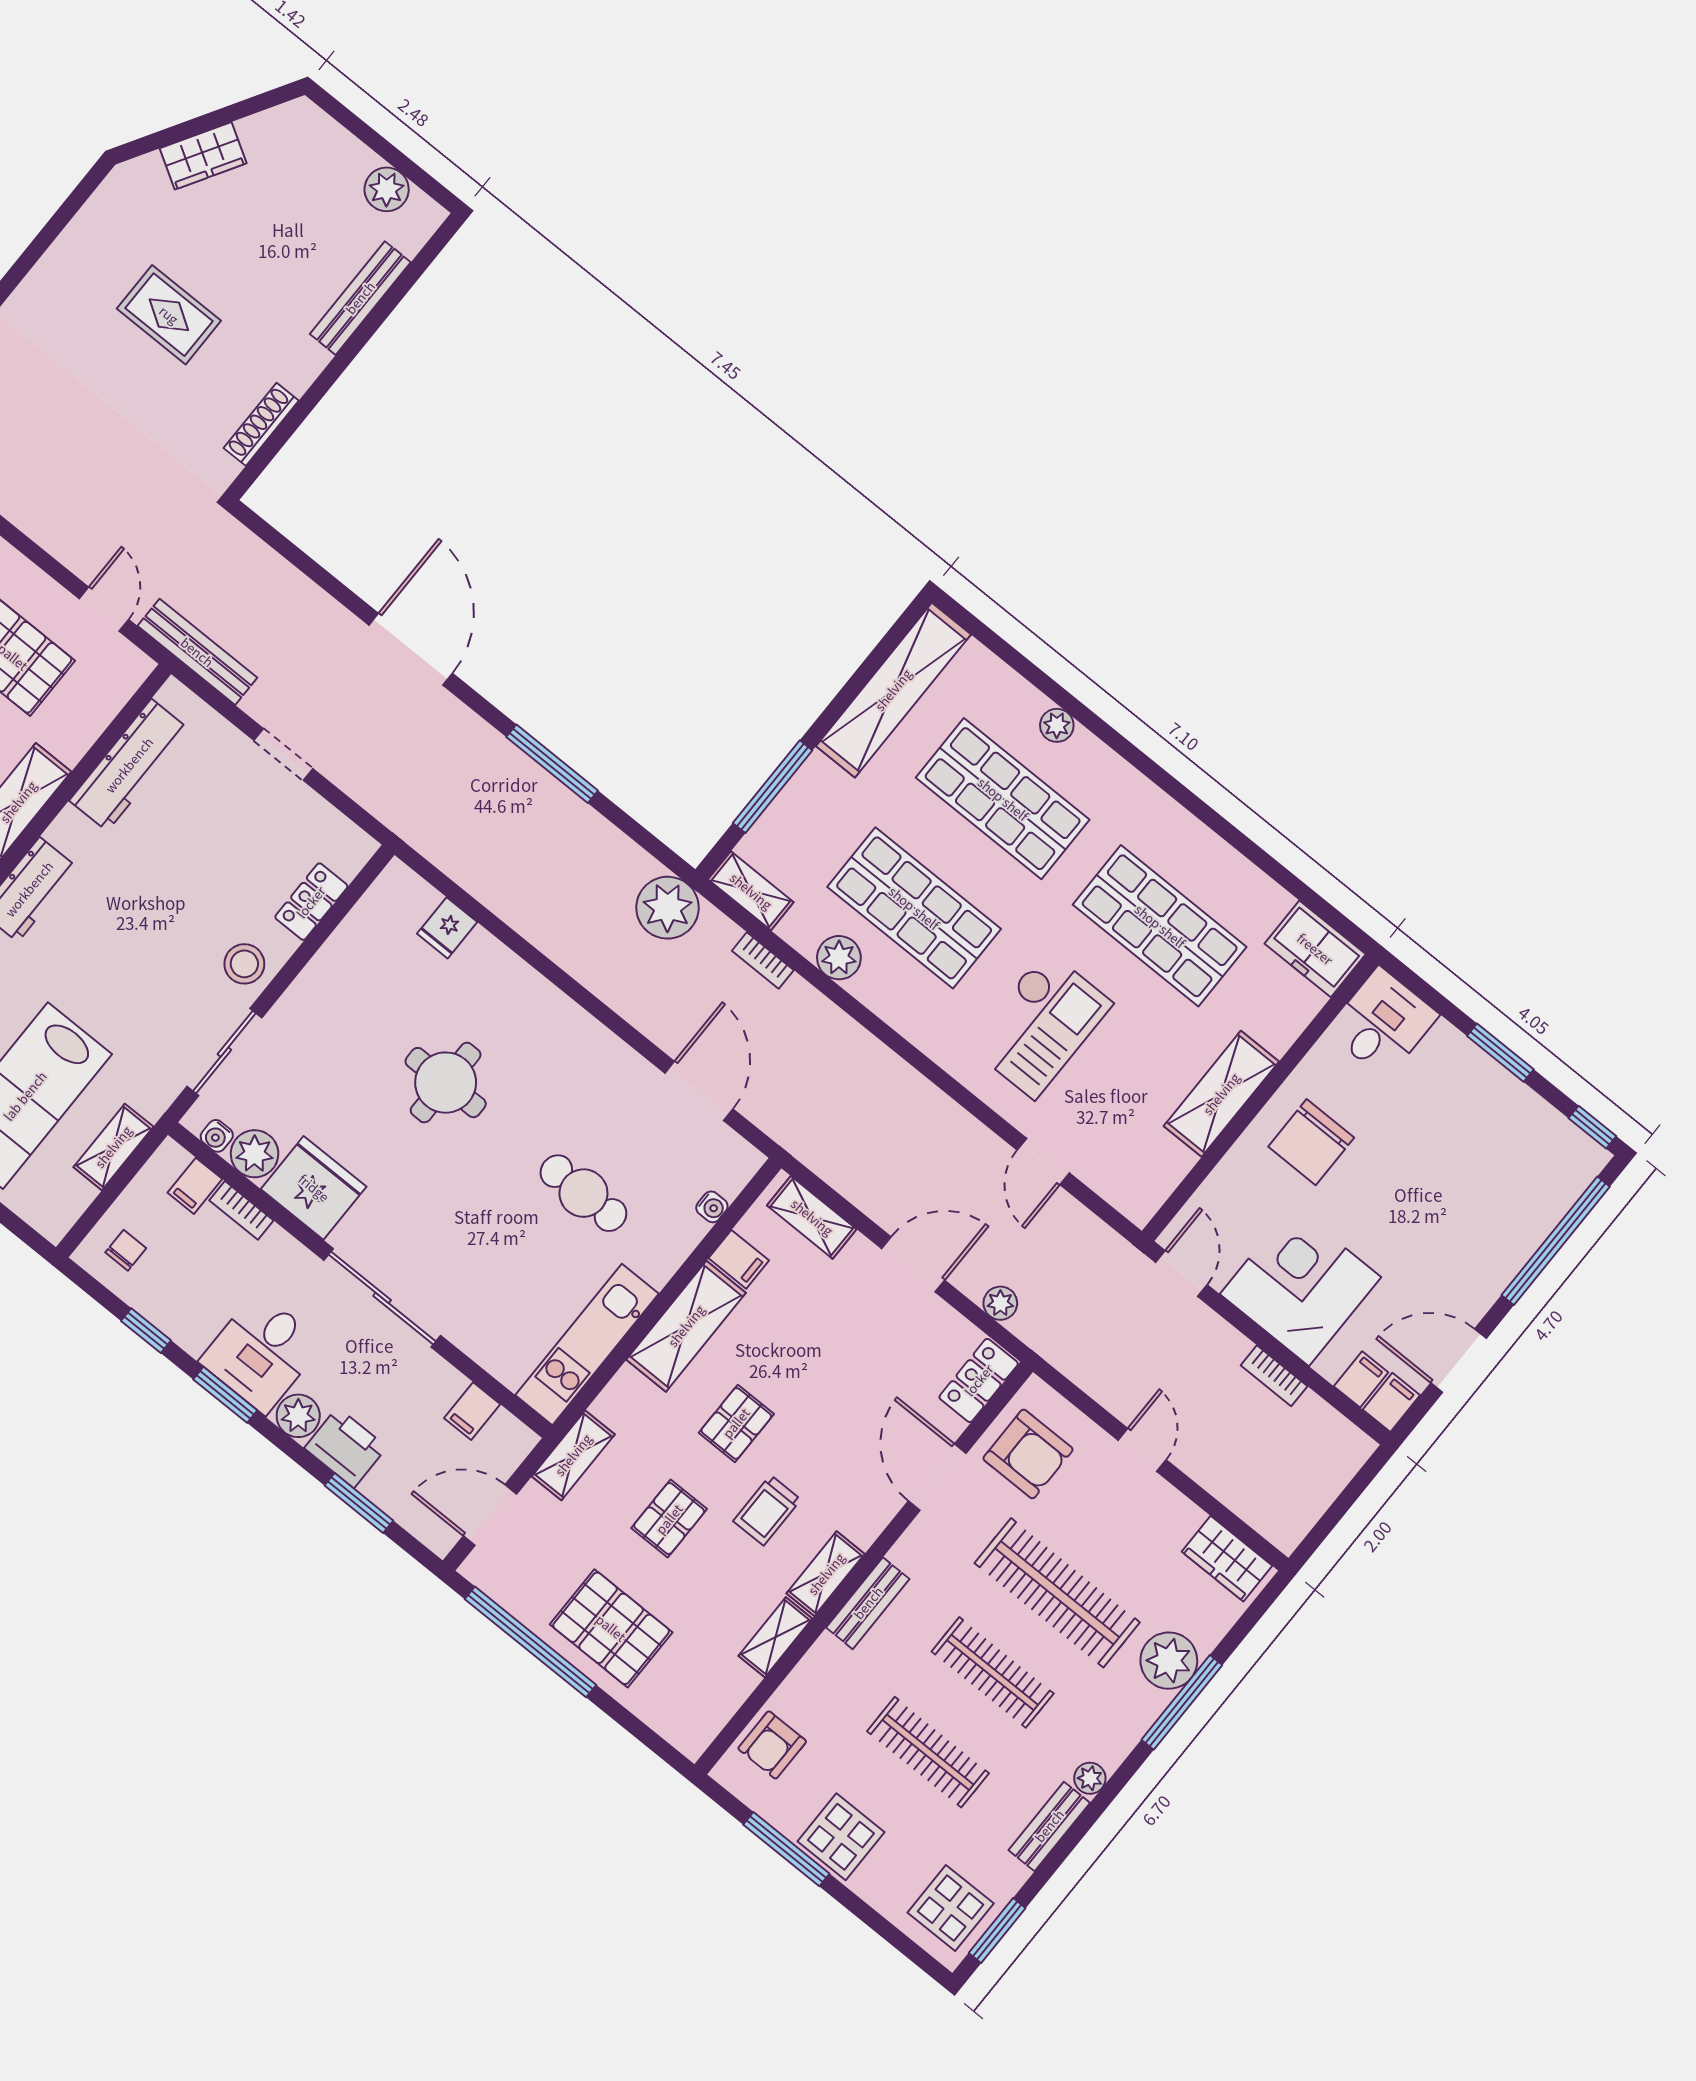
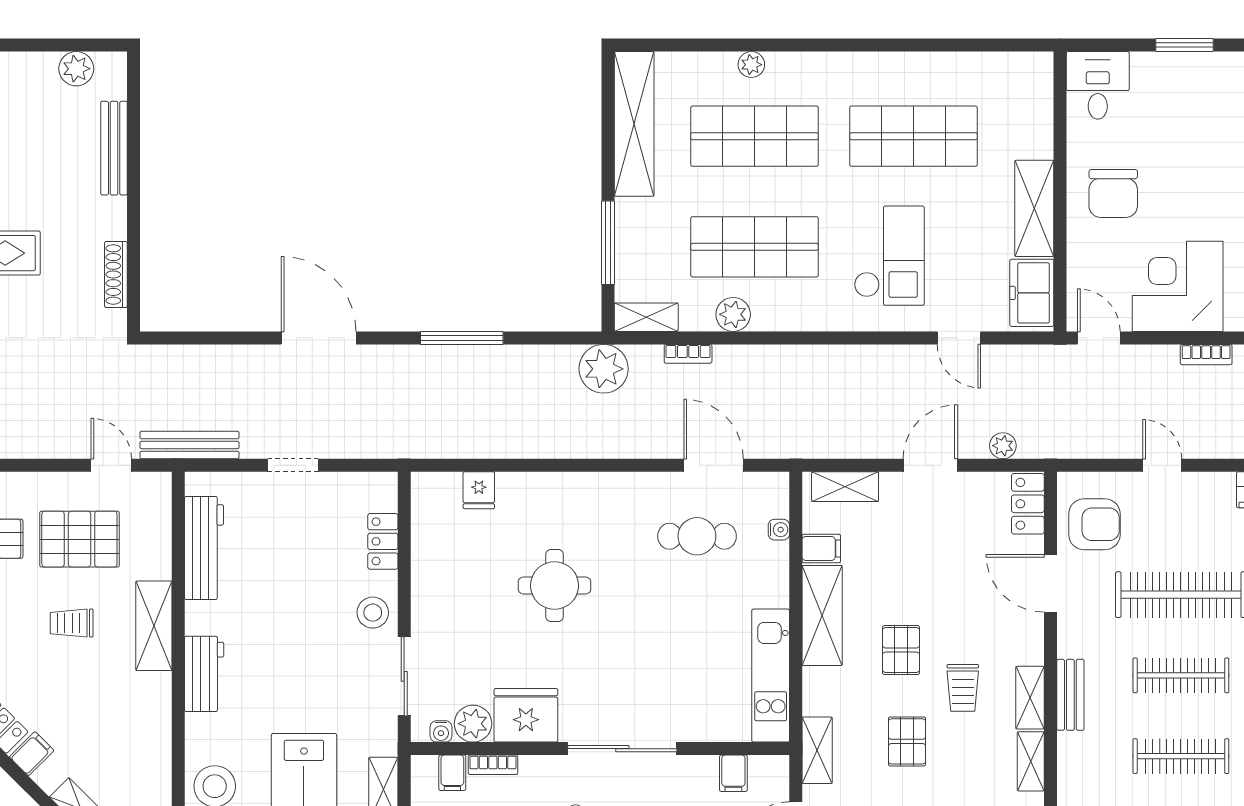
freezer: (1315, 949) -> (1032, 293), moved, turned 90
cafe table: (583, 1193) -> (697, 536), moved

